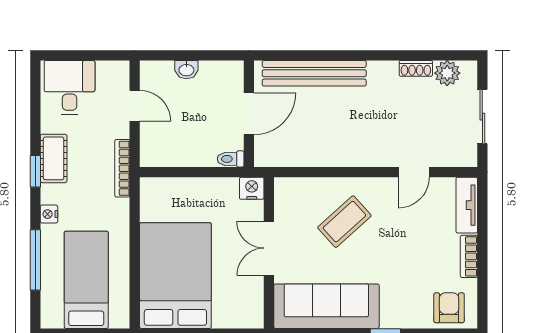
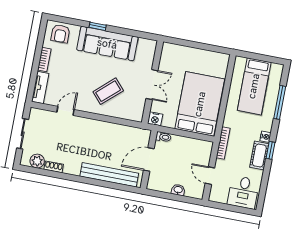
nightstand: (49, 214) -> (266, 137), moved
bed: (175, 276) -> (200, 104), moved, turned 180
sofa: (326, 306) -> (107, 44), moved

